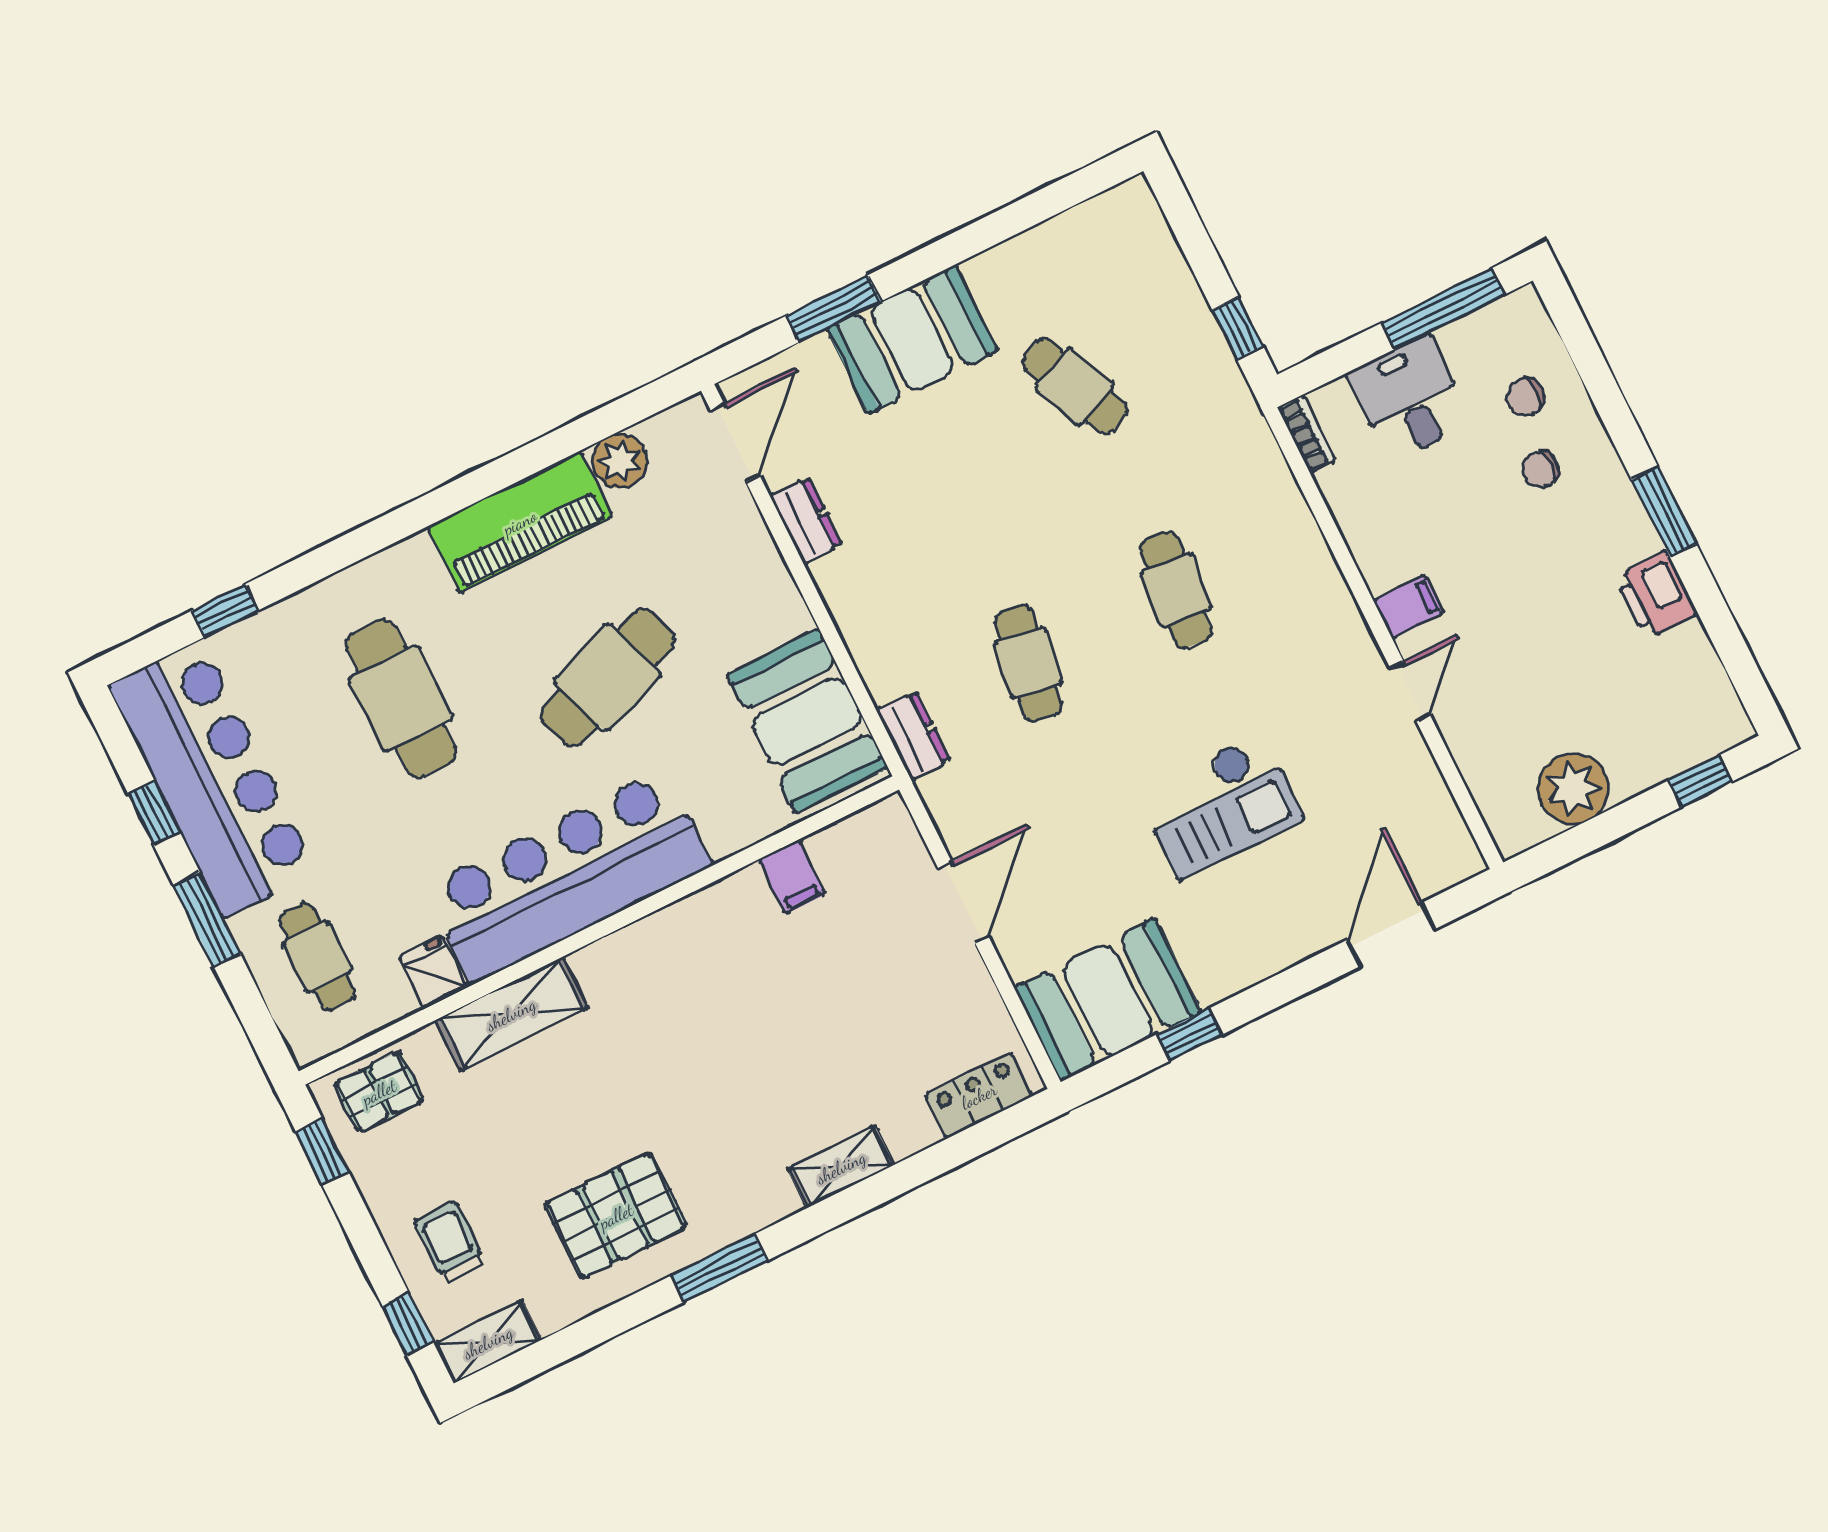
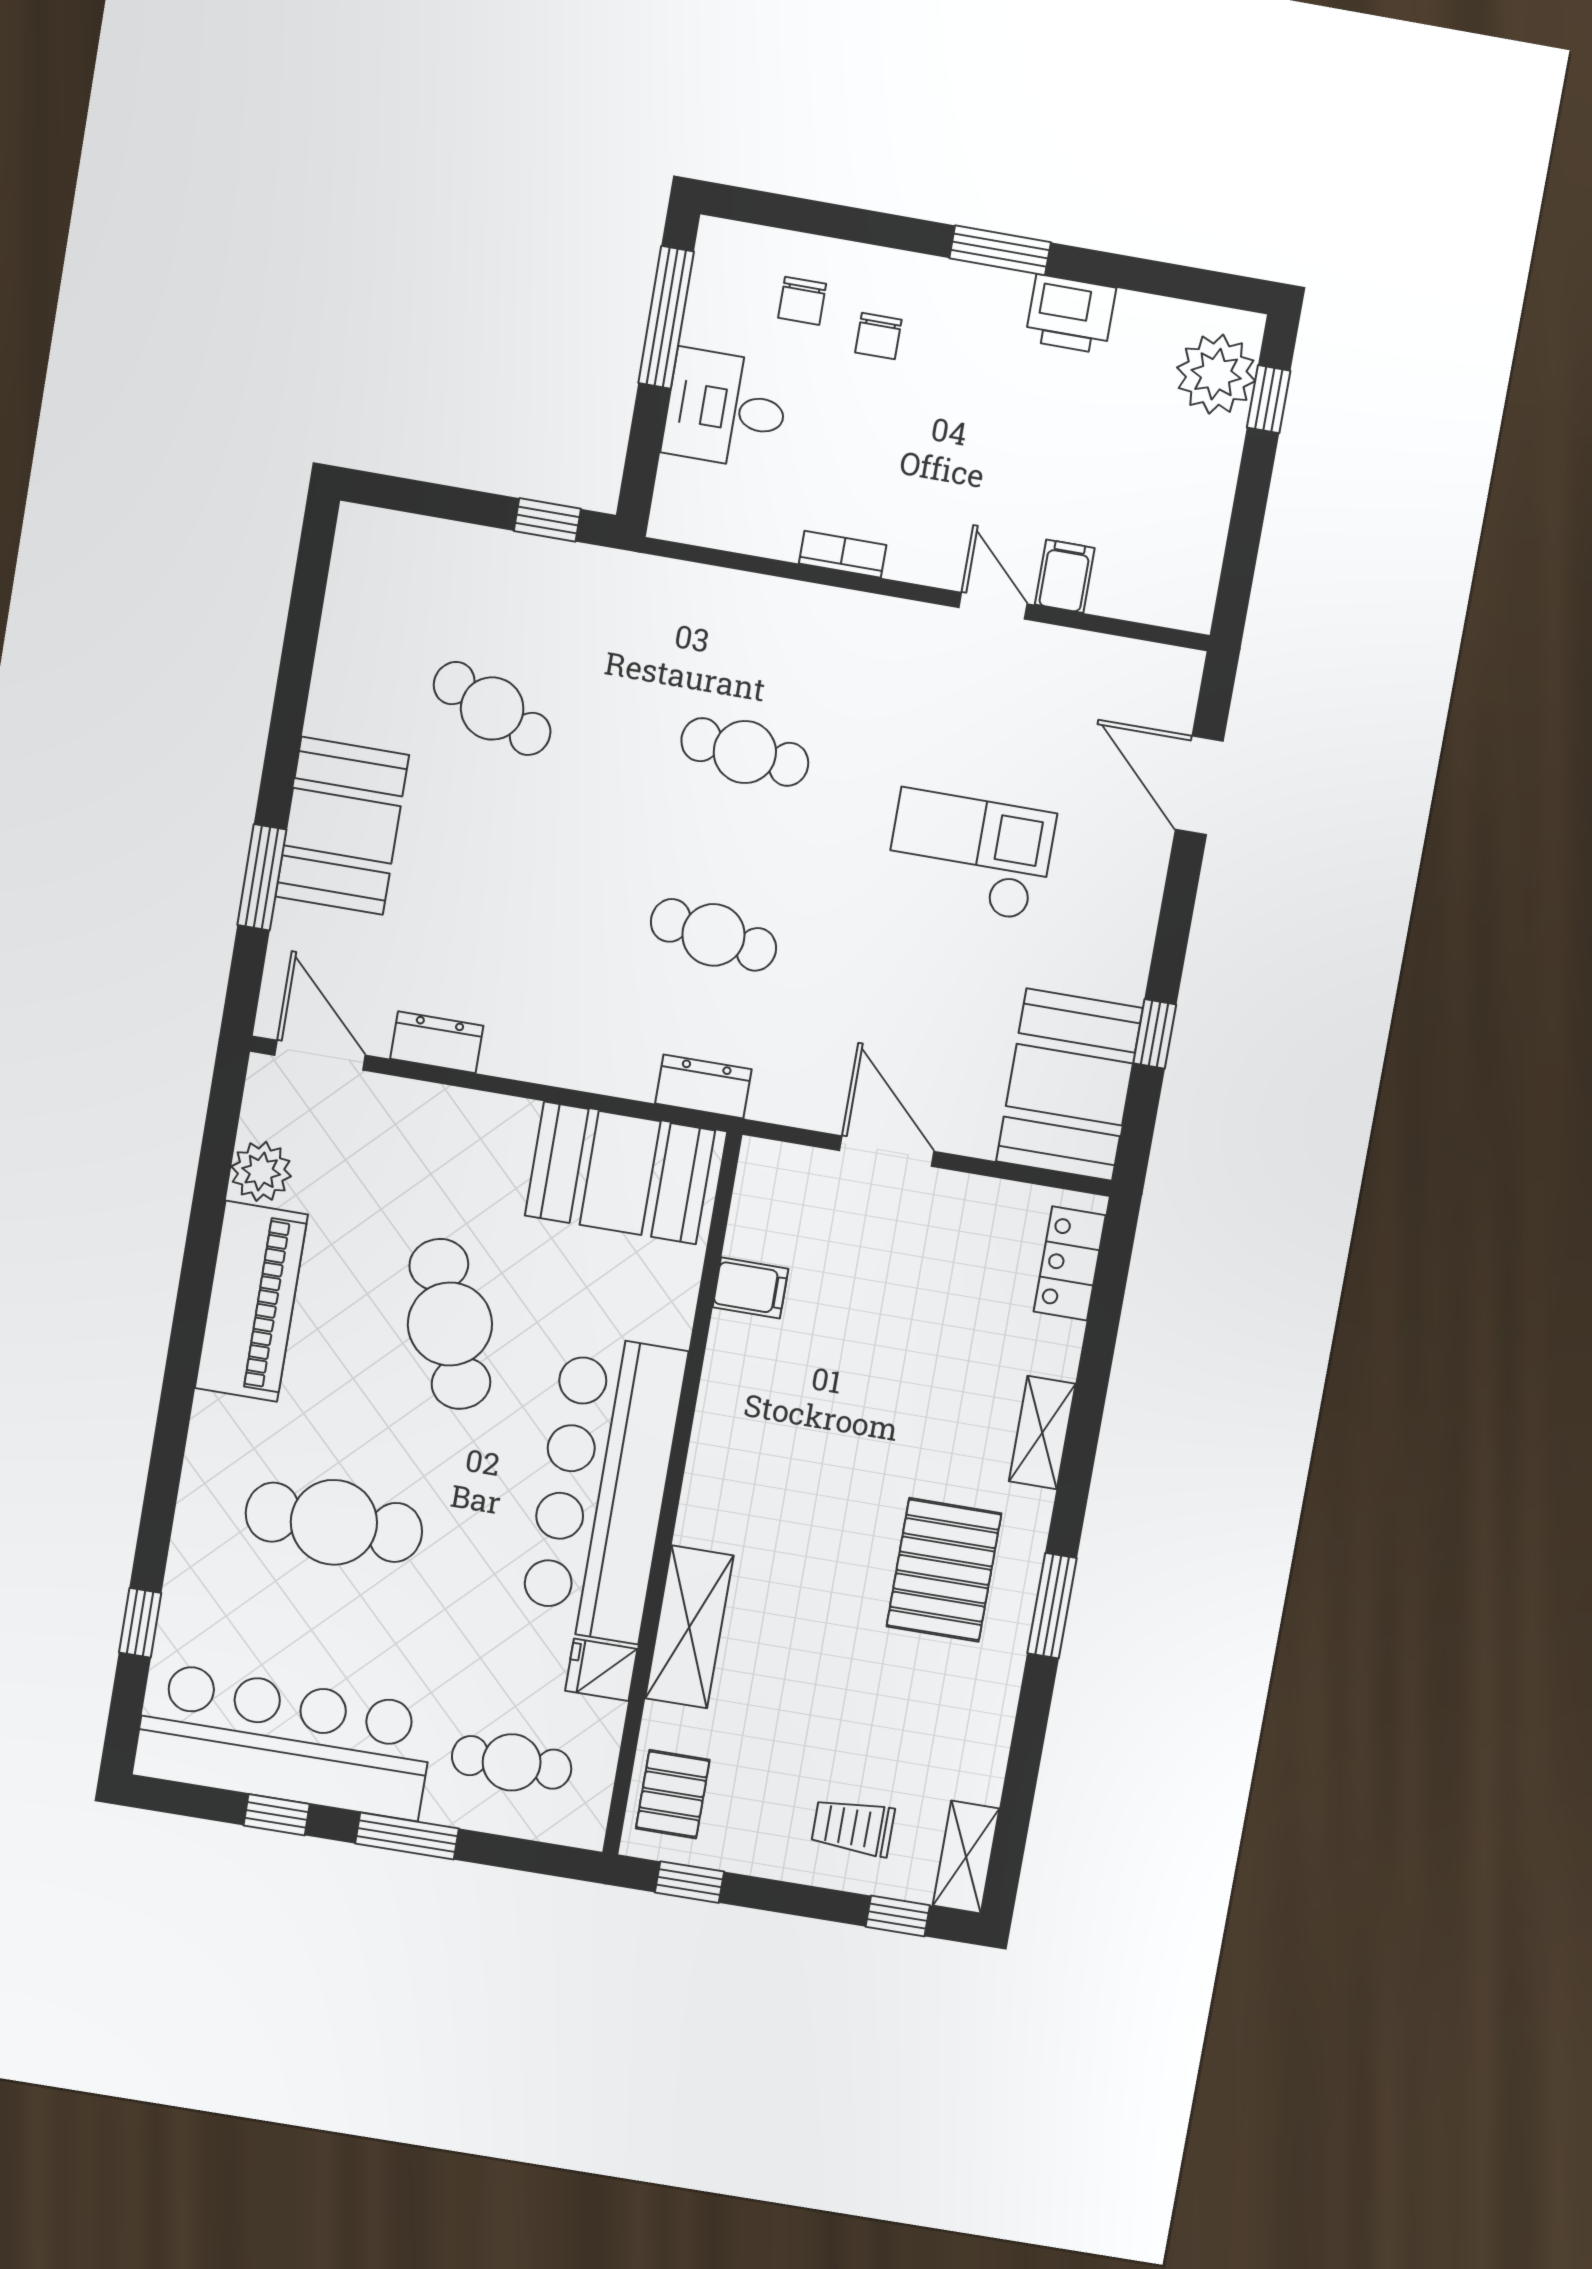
cafe table: (1075, 386) -> (492, 708), turned 48
bookcase: (1307, 434) -> (843, 554), moved
filing cabinet: (1409, 607) -> (1065, 576), moved
plant: (1573, 789) -> (1216, 374), moved
checkout: (1220, 806) -> (970, 855), turned -90
pallet: (616, 1216) -> (944, 1570), moved

